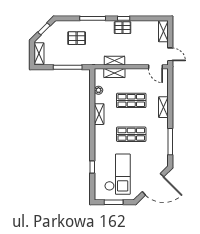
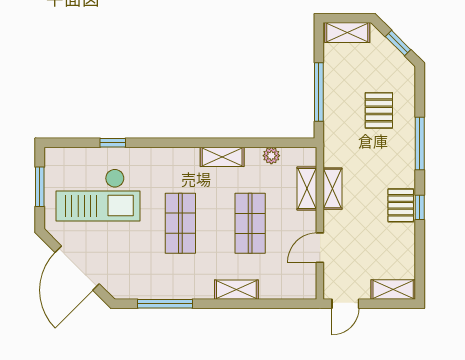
door: (155, 67) -> (320, 248), moved

